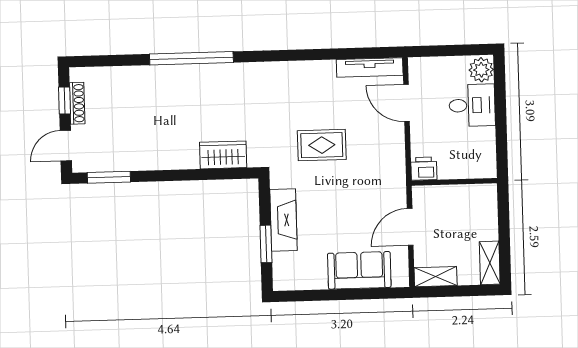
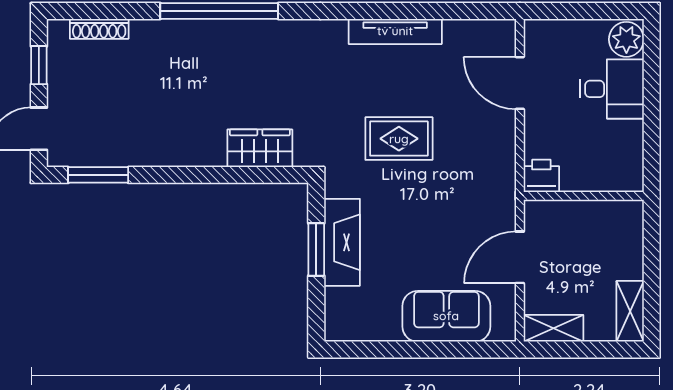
tv unit: (370, 67) -> (395, 31), moved
shoe rack: (77, 103) -> (99, 29), moved, turned 90
window: (266, 244) -> (316, 249), moved

